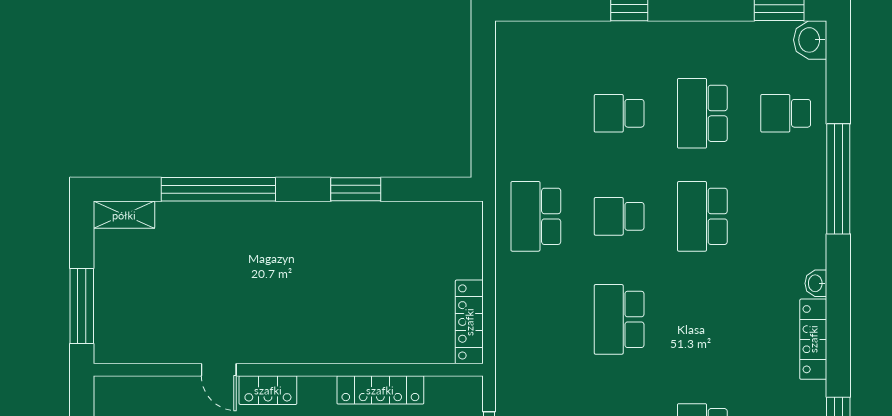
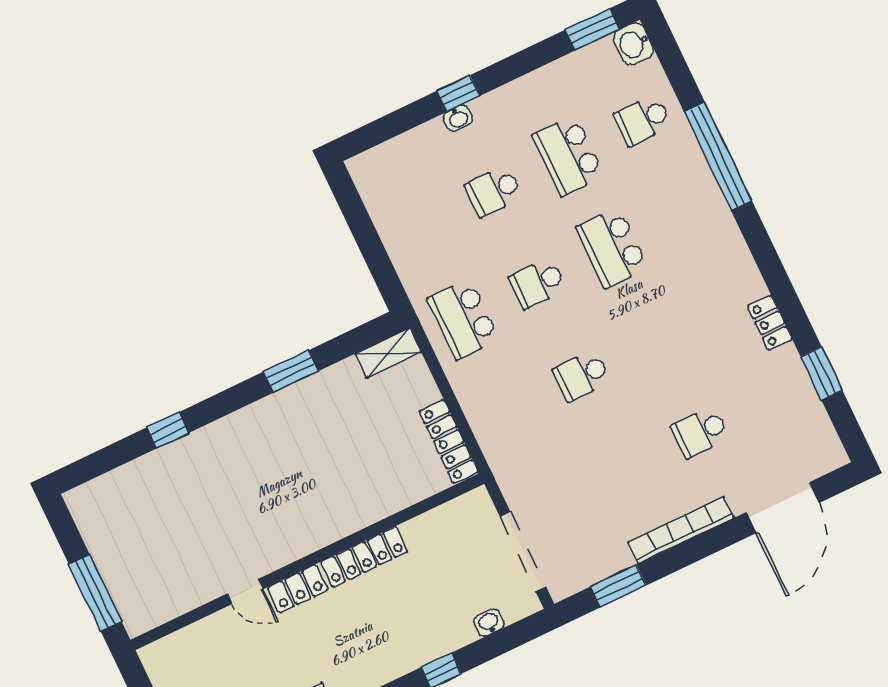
window: (218, 189) -> (168, 430), width x0.32
shelving: (124, 215) -> (388, 353), moved
washbasin: (816, 283) -> (458, 118), moved, turned -90
school desk: (619, 319) -> (582, 376), width x0.54
locker: (813, 339) -> (770, 323), width x0.66
locker: (380, 390) -> (364, 557), moved

